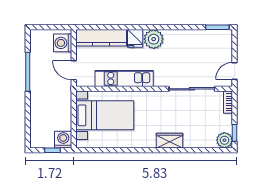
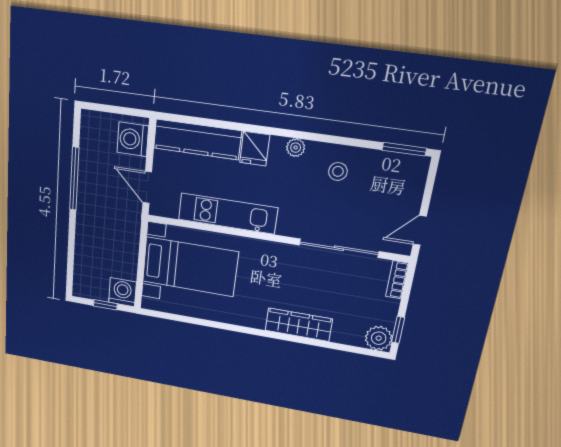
plant: (154, 39) -> (296, 148), width x0.53, depth x0.53
stool: (184, 45) -> (338, 171), added
wardrobe: (169, 141) -> (299, 325), width x1.50

